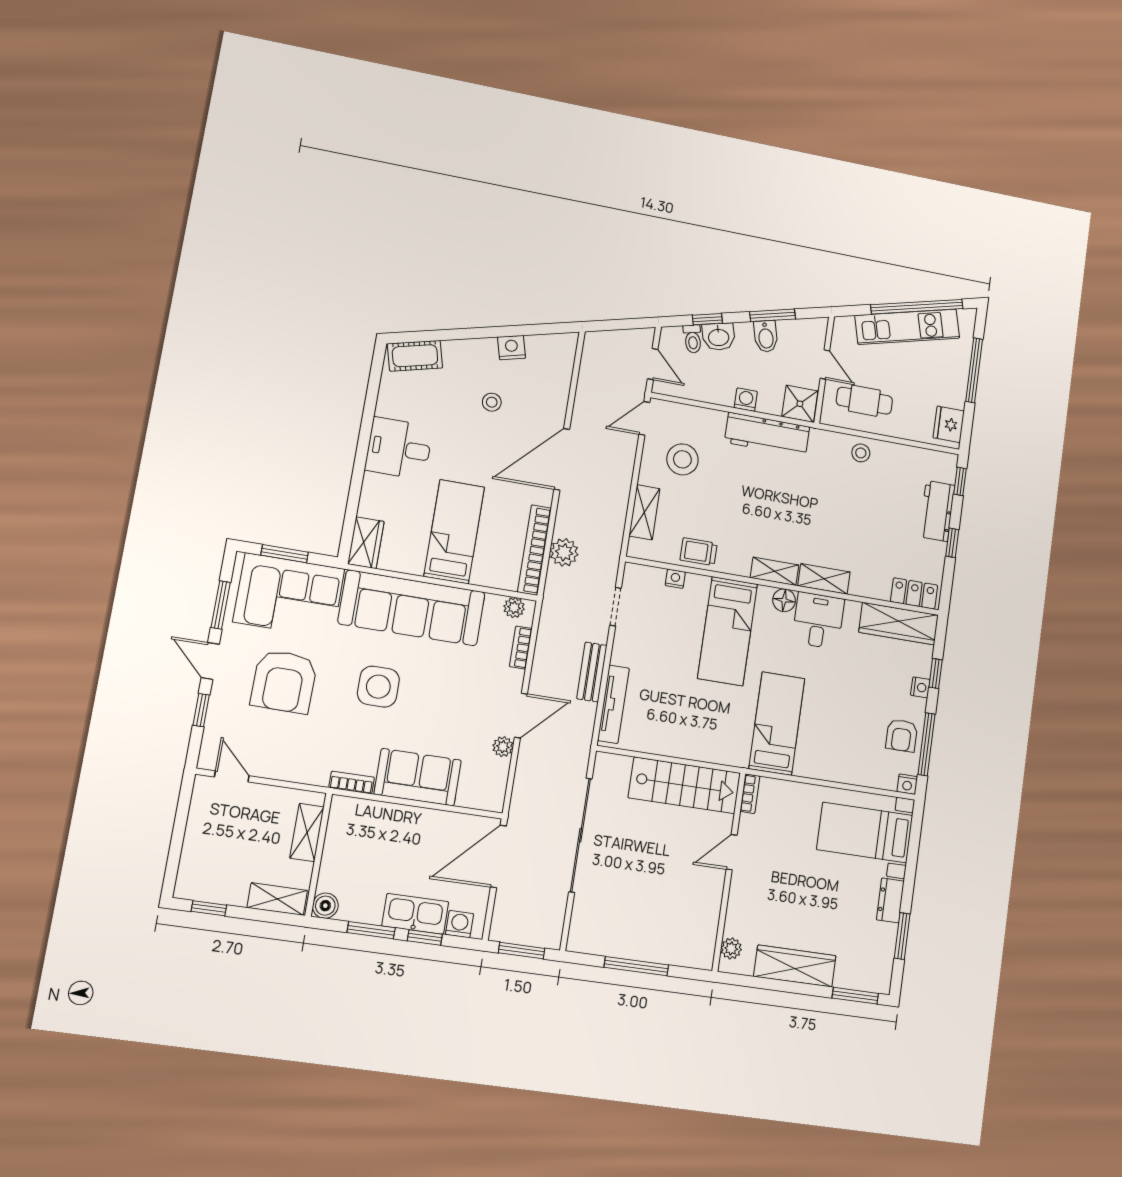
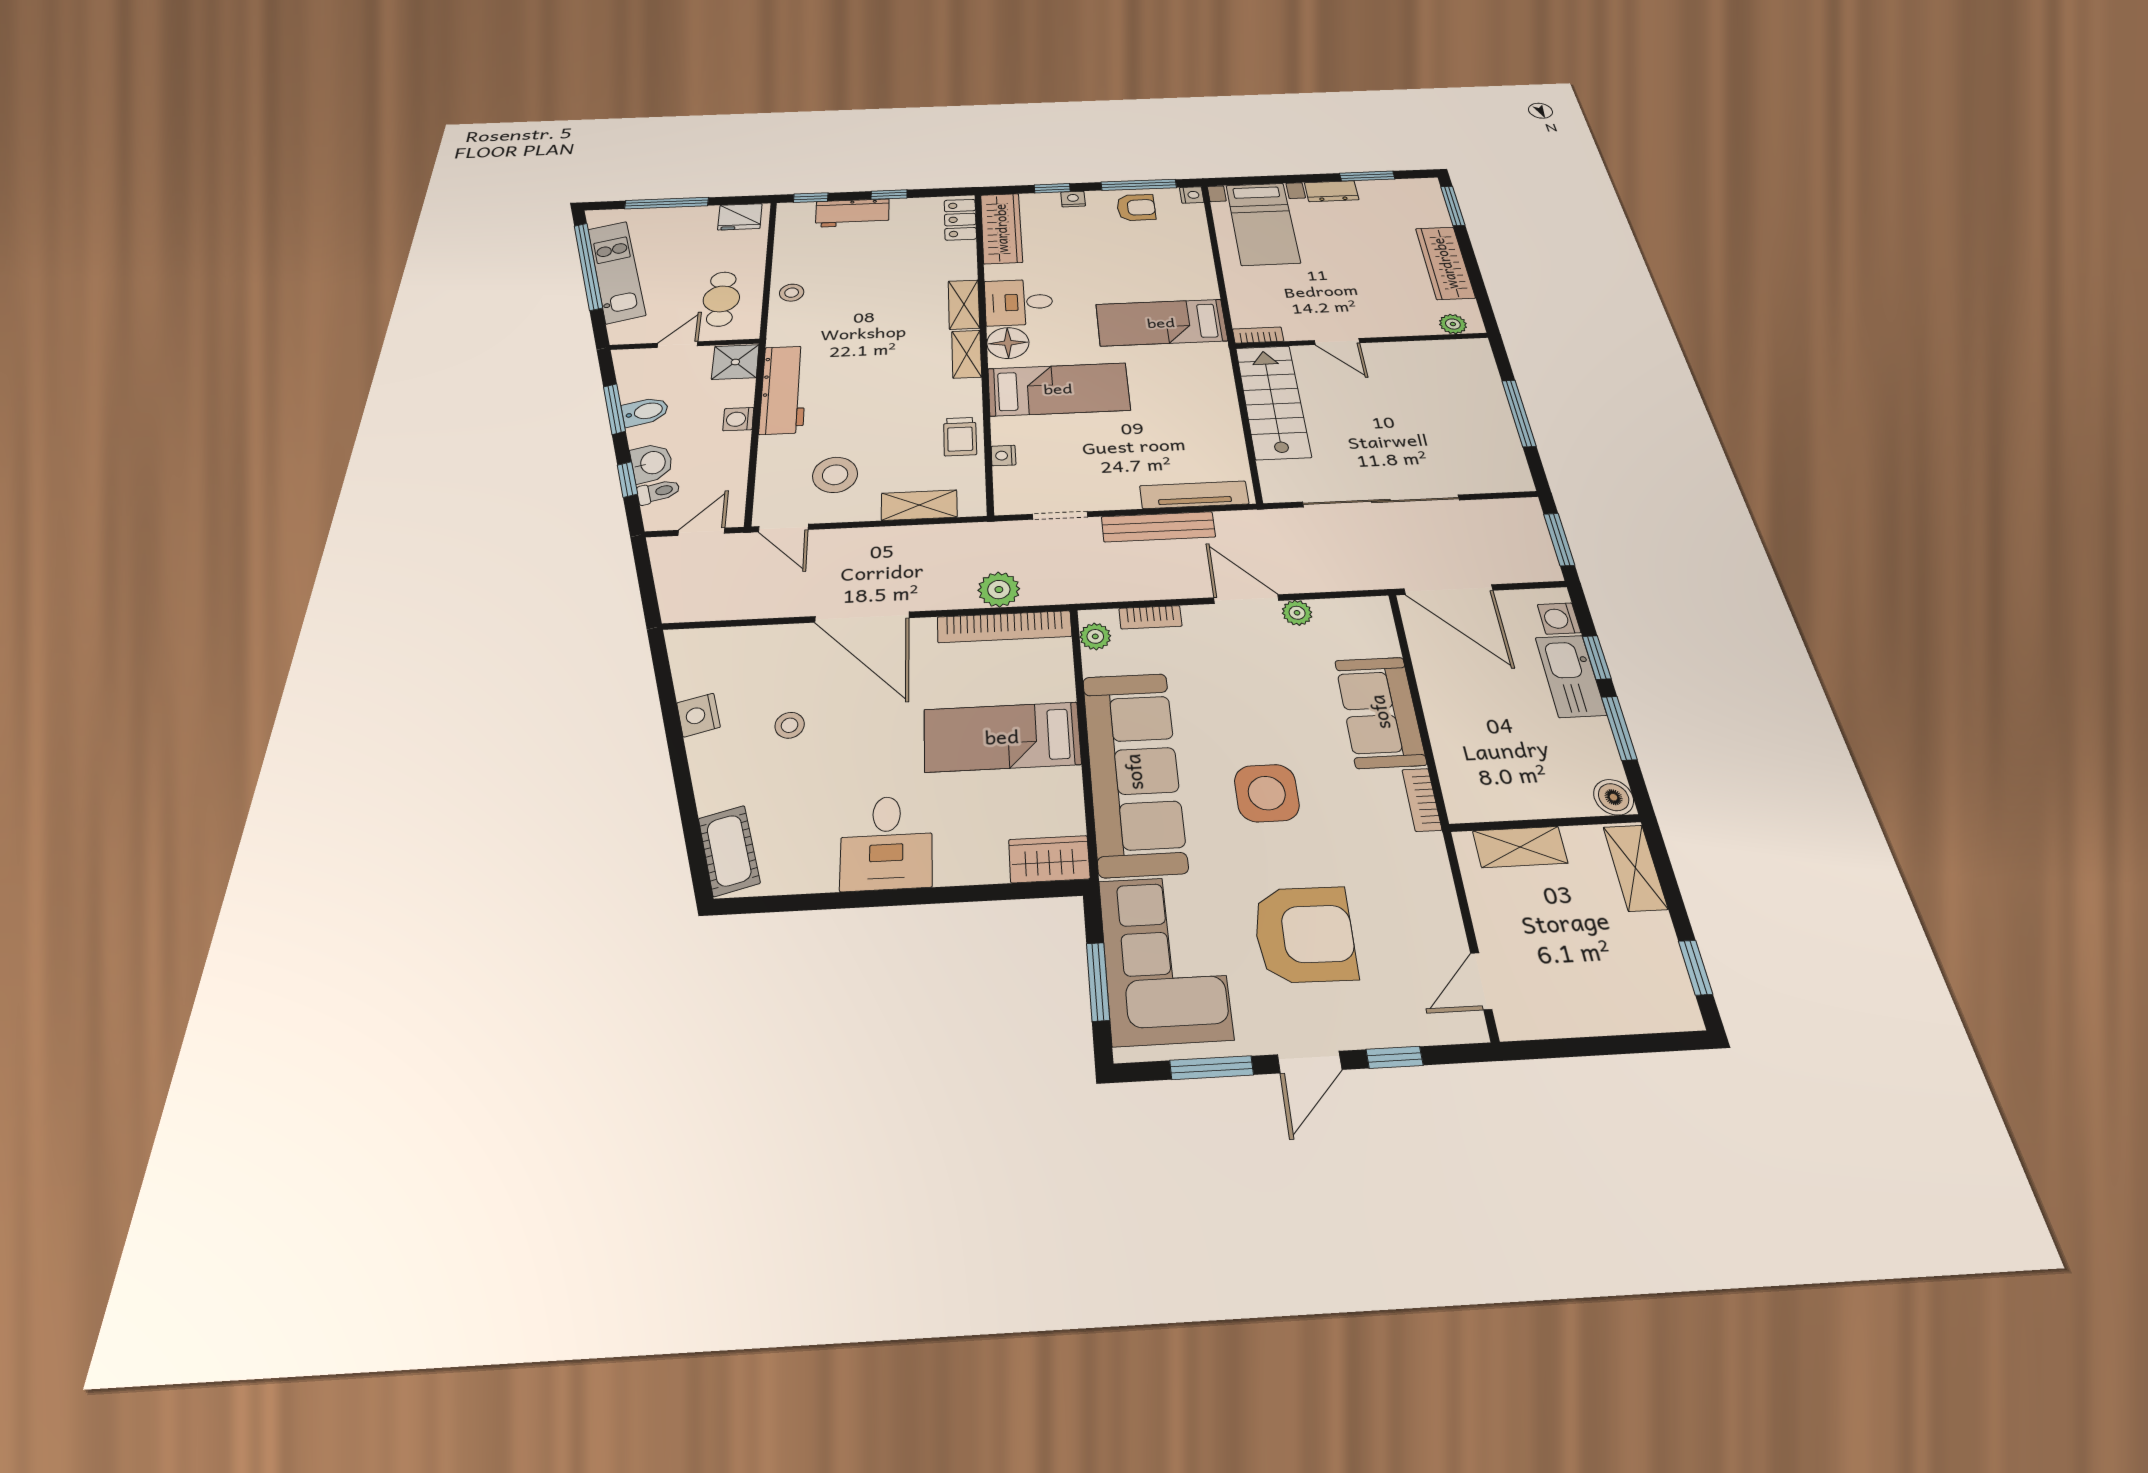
floor lamp: (784, 600) -> (1008, 343), width x1.38, depth x1.38
bench: (592, 672) -> (1158, 527), width x1.36

